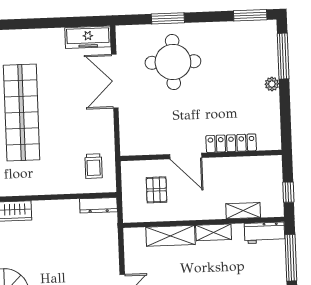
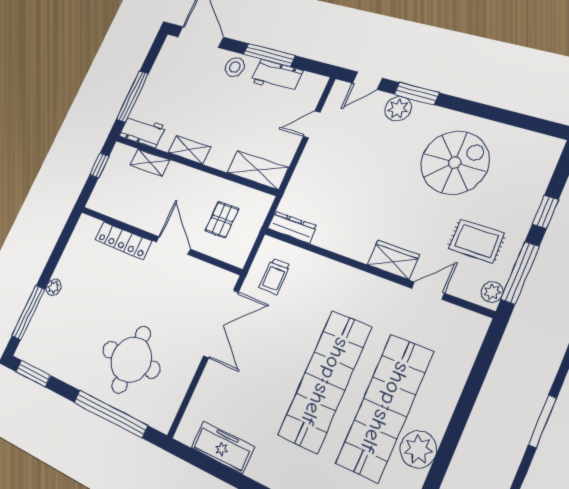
window: (168, 18) -> (110, 414), width x2.11
freezer: (88, 37) -> (222, 447), moved
double door: (115, 81) -> (221, 324), moved
trolley: (94, 166) -> (275, 276), turned 180
shelving: (171, 236) -> (258, 170), moved

